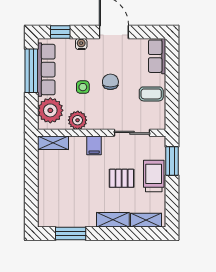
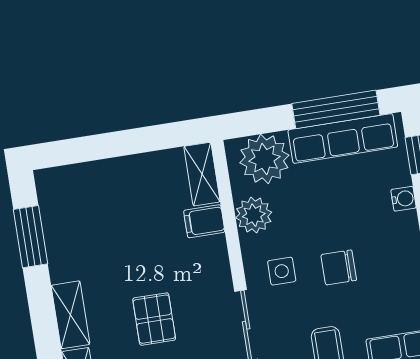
chair: (110, 82) -> (339, 267), turned 180
side table: (83, 87) -> (282, 271), moved
filing cabinet: (94, 145) -> (204, 221), moved

